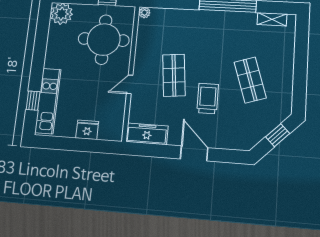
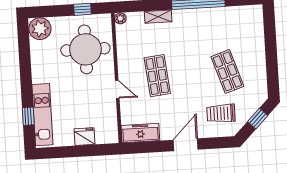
shelving: (272, 19) -> (158, 17), moved
door: (130, 84) -> (117, 89), swing flipped
trolley: (208, 98) -> (221, 113), moved, turned -90
door: (194, 153) -> (186, 145), hinge flipped

